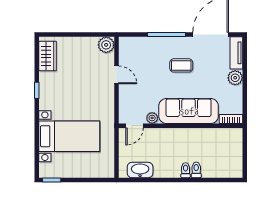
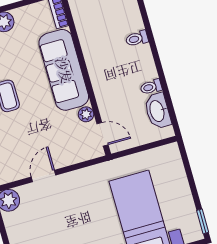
toilet: (186, 170) -> (151, 87), moved

